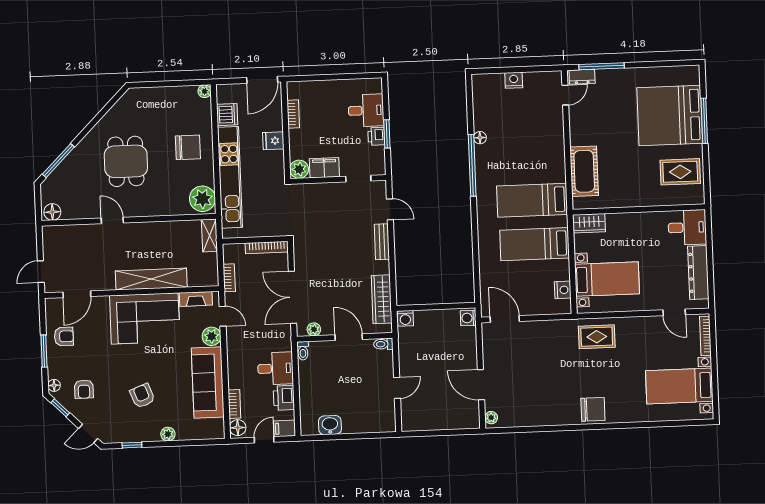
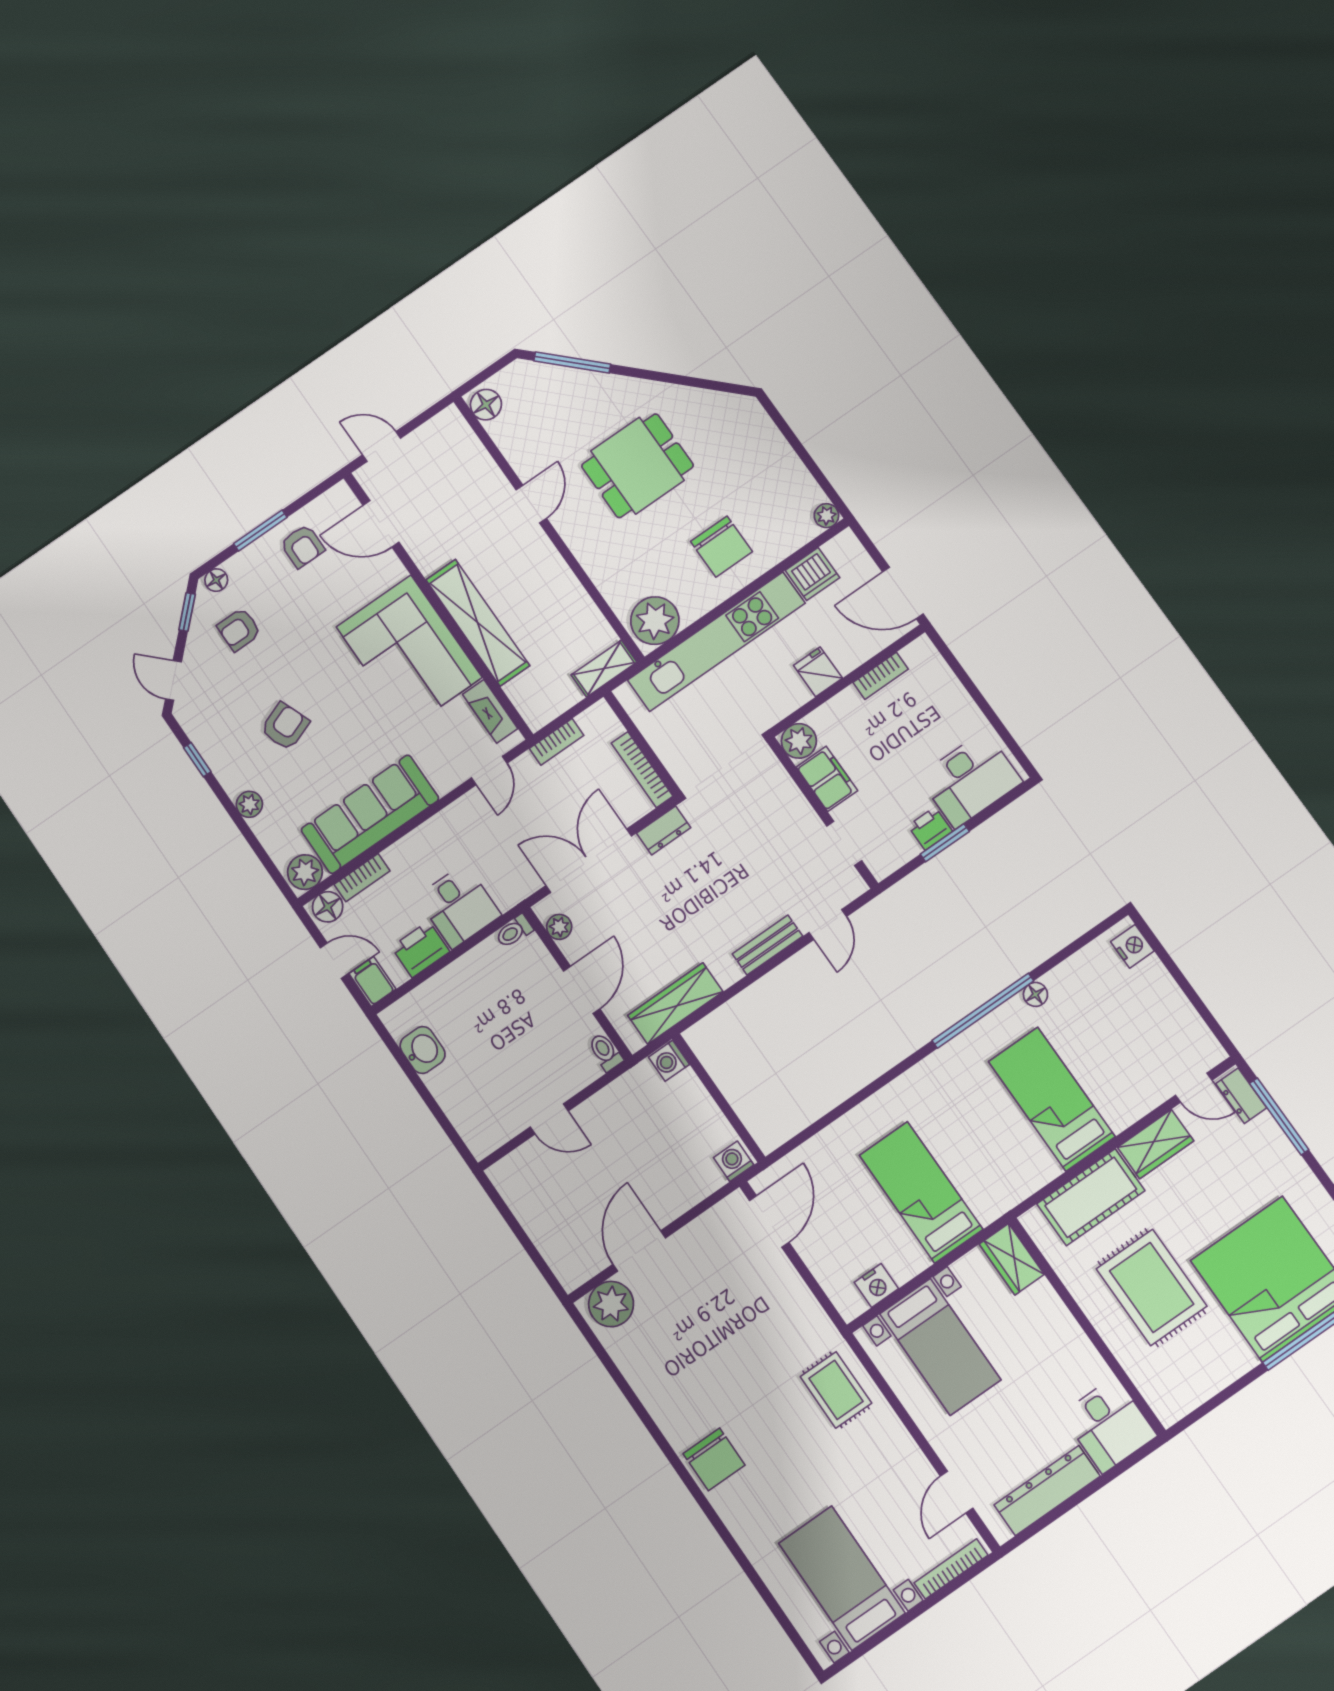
nightstand: (514, 80) -> (1132, 946), moved
desk: (366, 110) -> (970, 779), width x1.37
wardrobe: (579, 128) -> (1156, 1144), added
rug: (680, 172) -> (1152, 1287), moved, width x1.36, depth x1.43
bed: (532, 200) -> (1052, 1099), moved
dresser: (300, 255) -> (664, 830), added
plant: (212, 336) -> (305, 872), moved
plant: (491, 418) -> (611, 1304), width x1.88, depth x1.88

